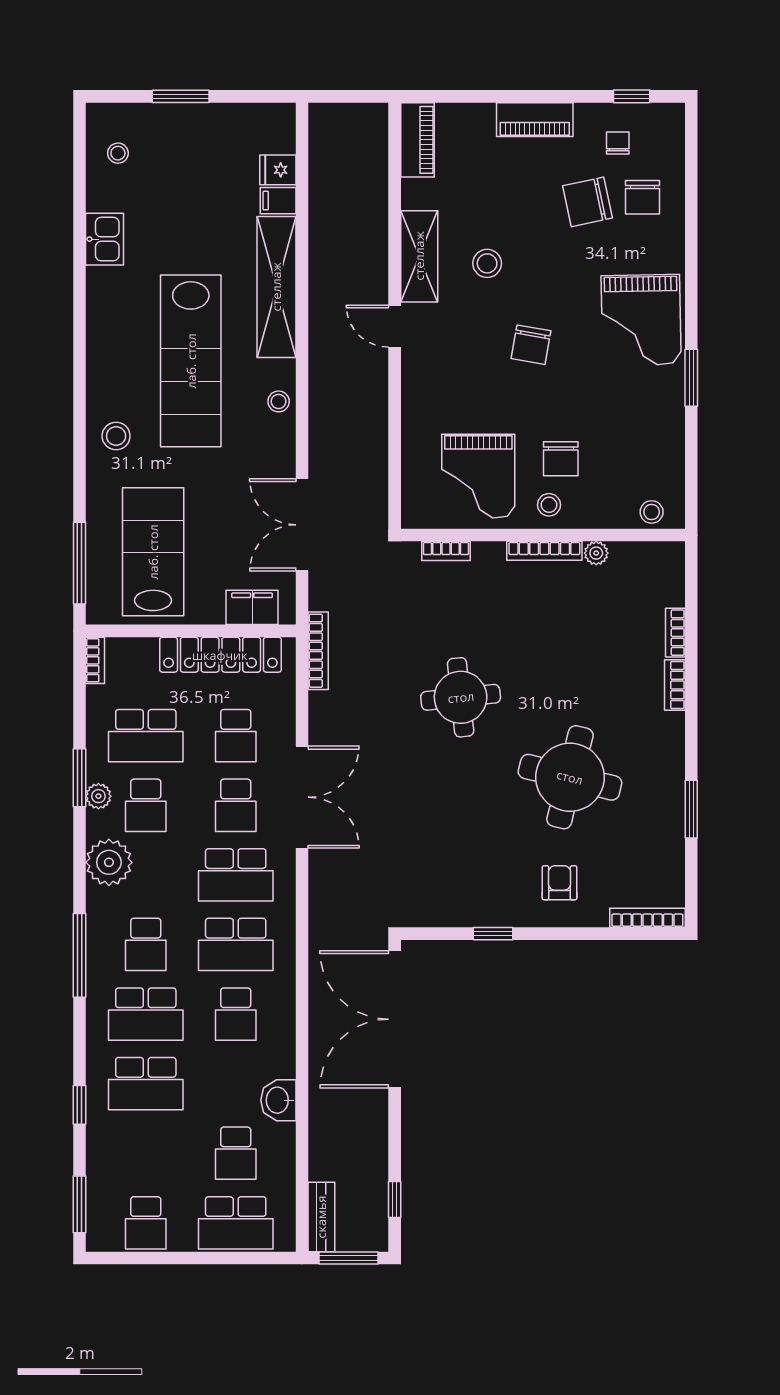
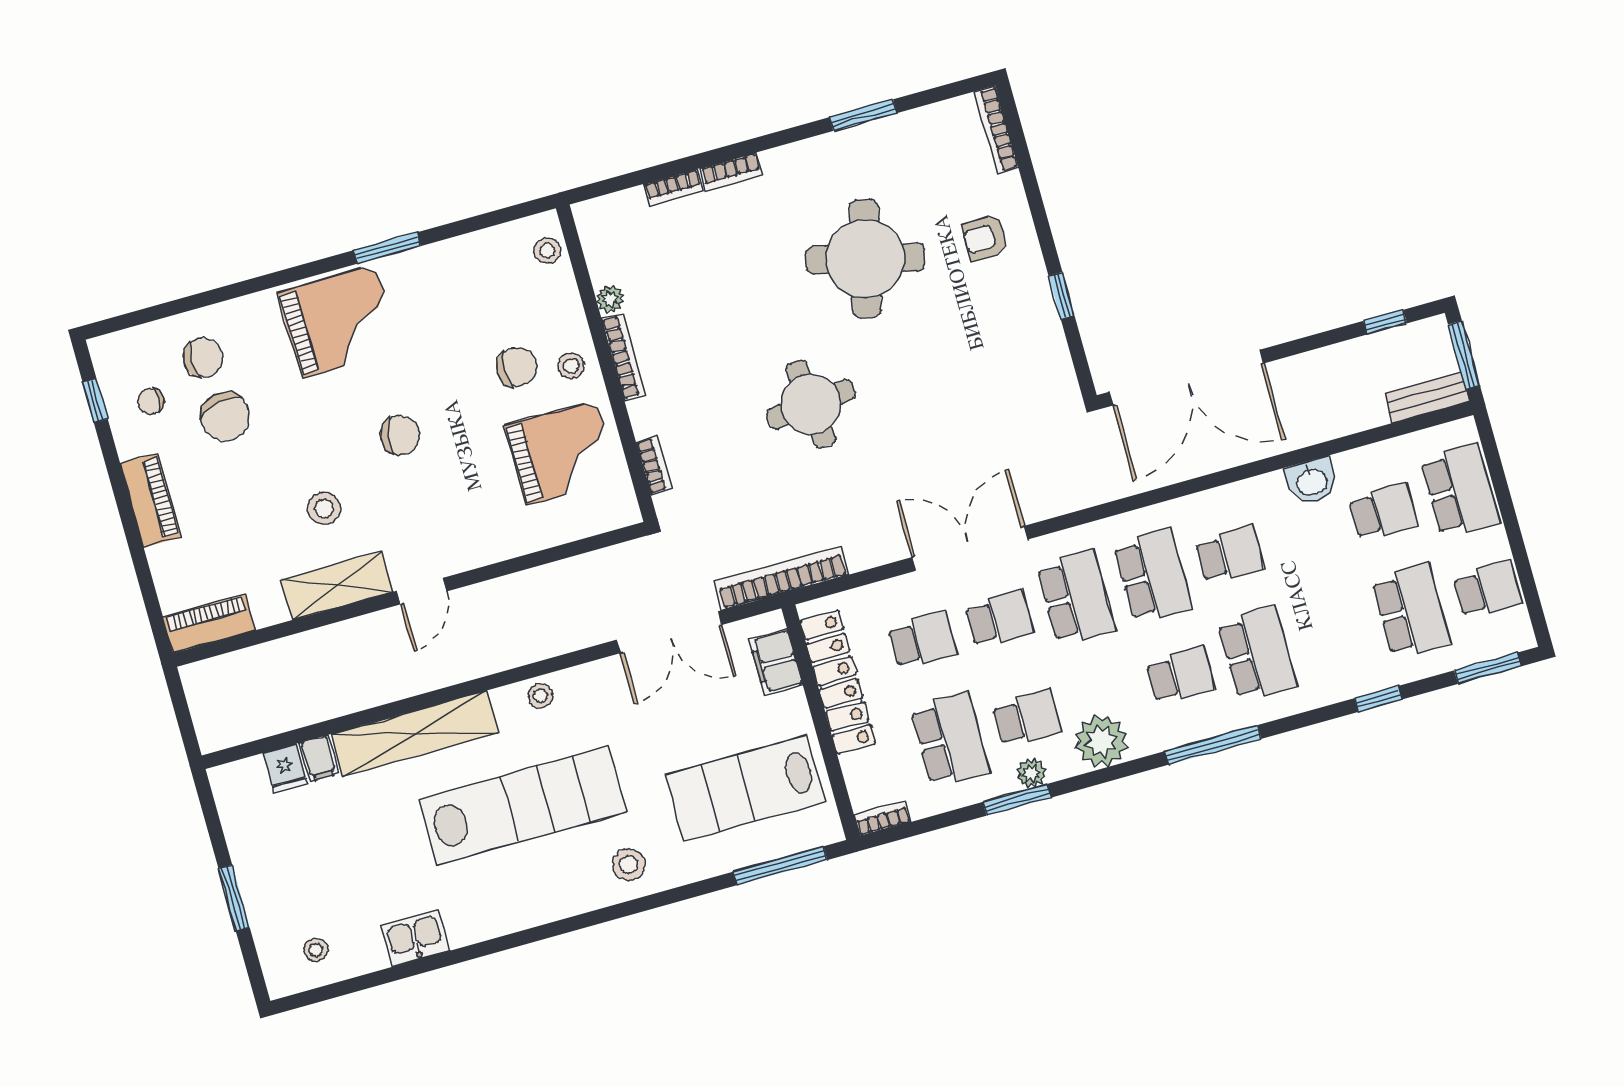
bookcase: (318, 651) -> (782, 578), width x1.48, depth x1.31
school desk: (146, 1084) -> (1411, 611), moved

